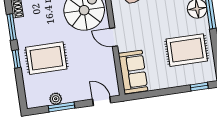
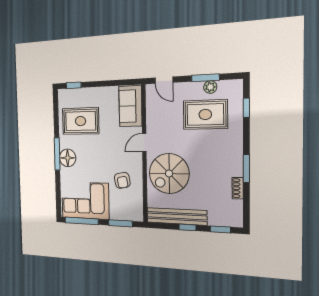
door: (114, 37) -> (144, 143), swing flipped
rug: (46, 58) -> (205, 114), moved
window: (16, 59) -> (246, 108), moved

